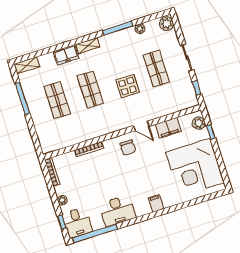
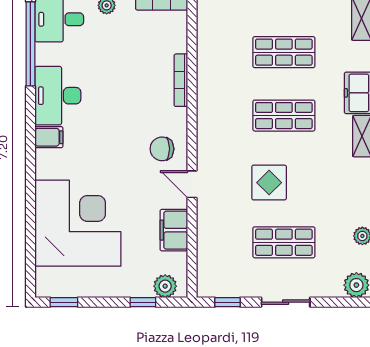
door: (141, 126) -> (192, 184), hinge flipped
corner desk: (195, 167) -> (78, 223), moved, turned 90
window: (224, 173) -> (64, 302), added
filing cabinet: (156, 203) -> (49, 137), moved

